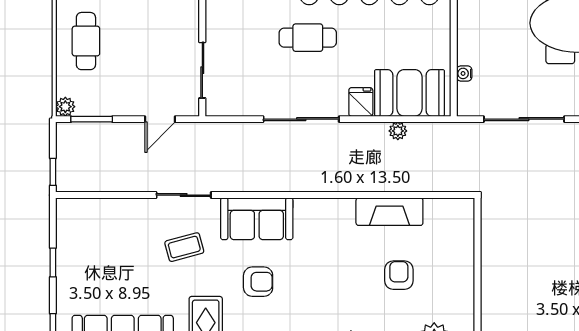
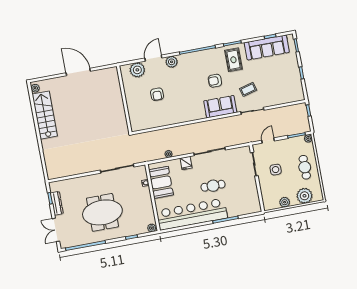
side table: (155, 48) -> (276, 170), added
booth: (409, 93) -> (161, 182), moved, turned 90
fireplace: (389, 212) -> (166, 120), removed

